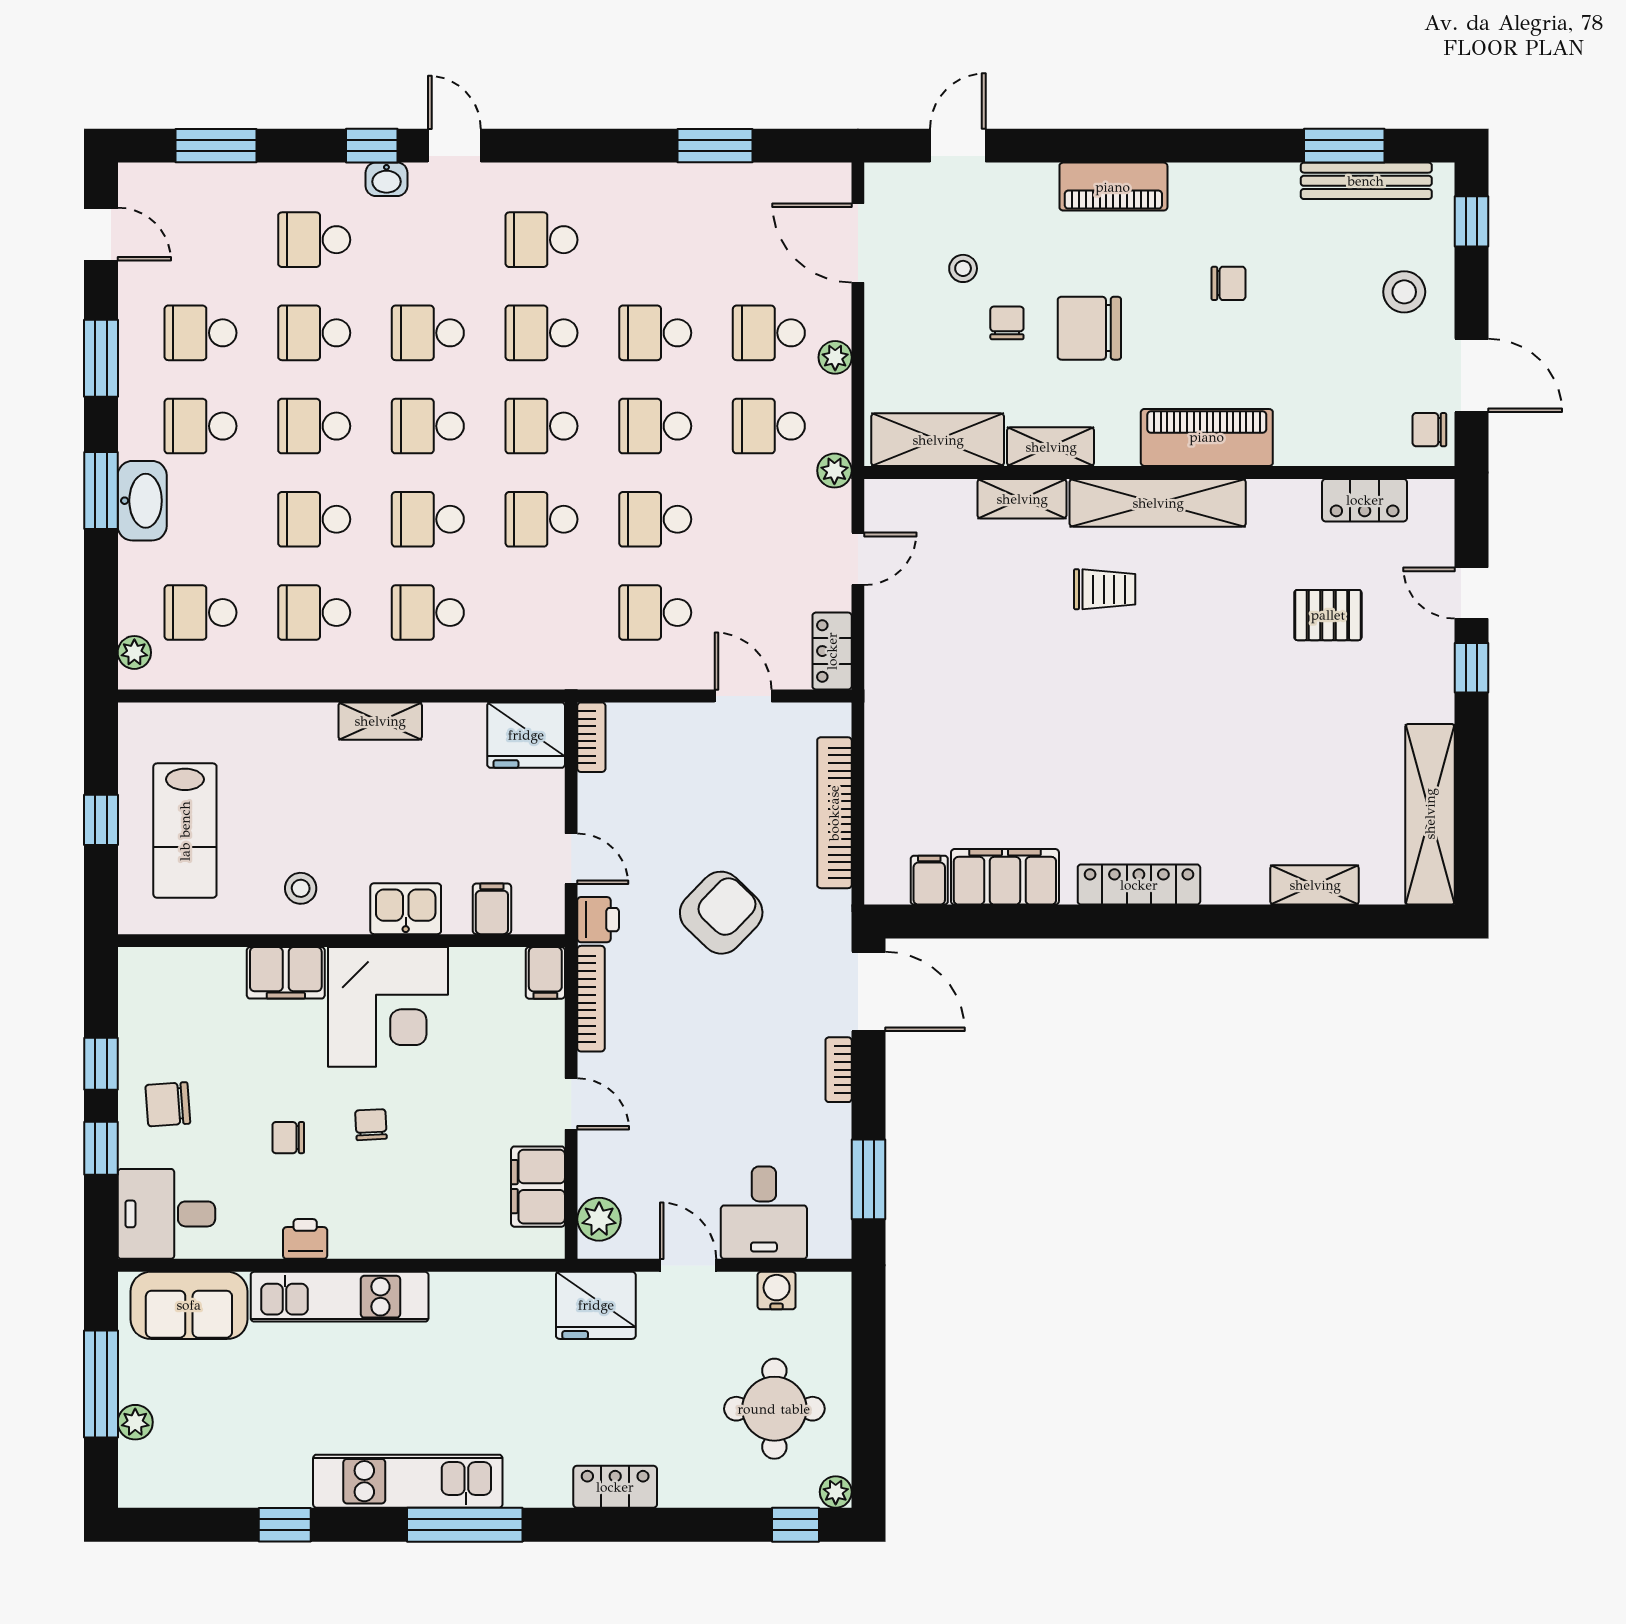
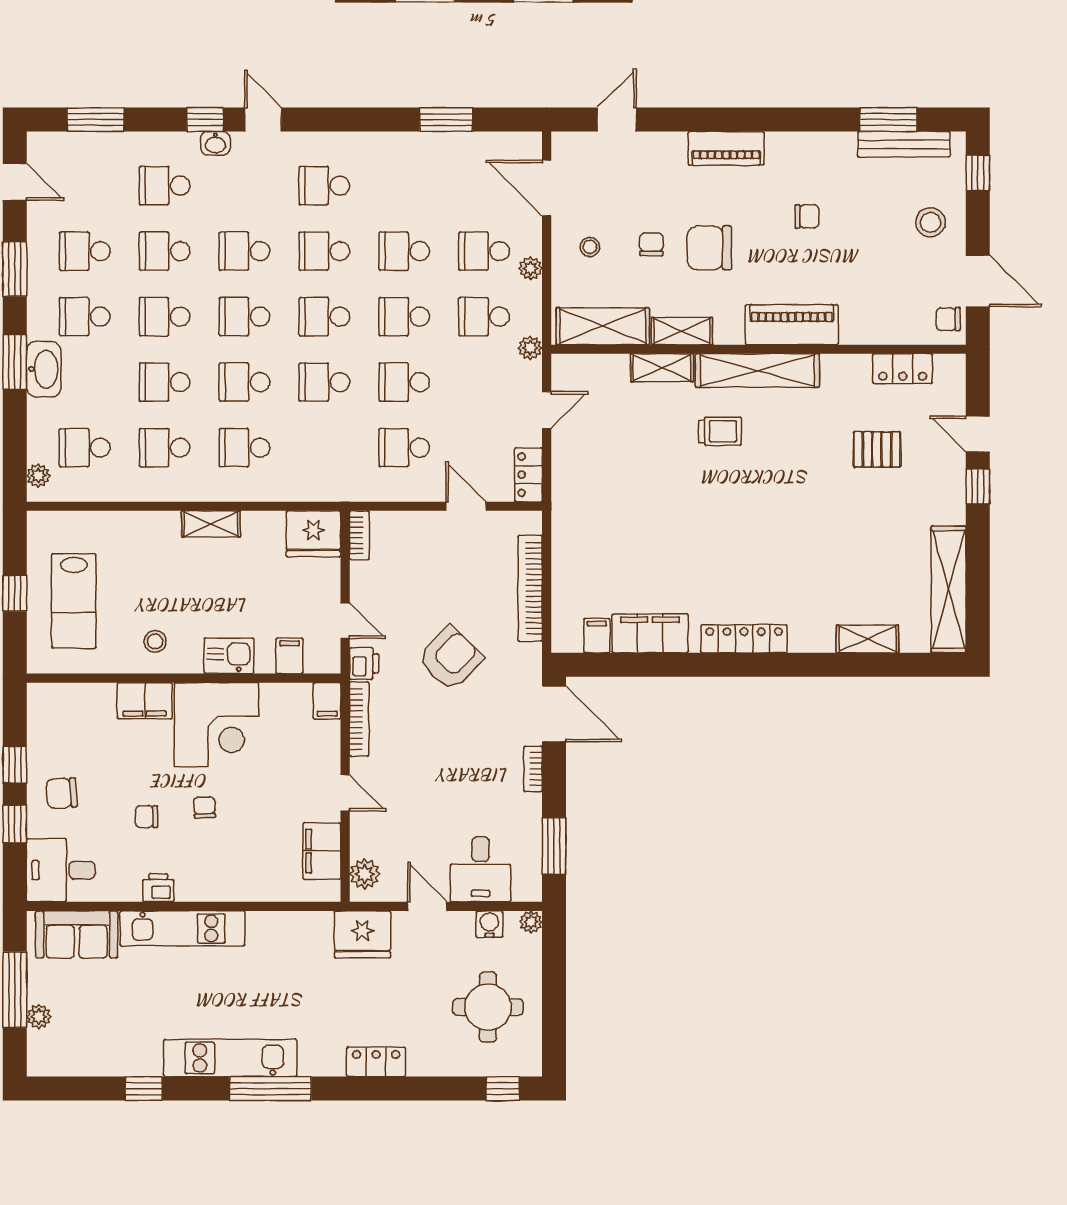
stool: (963, 268) -> (590, 247), moved
plant: (836, 1492) -> (531, 922), moved

